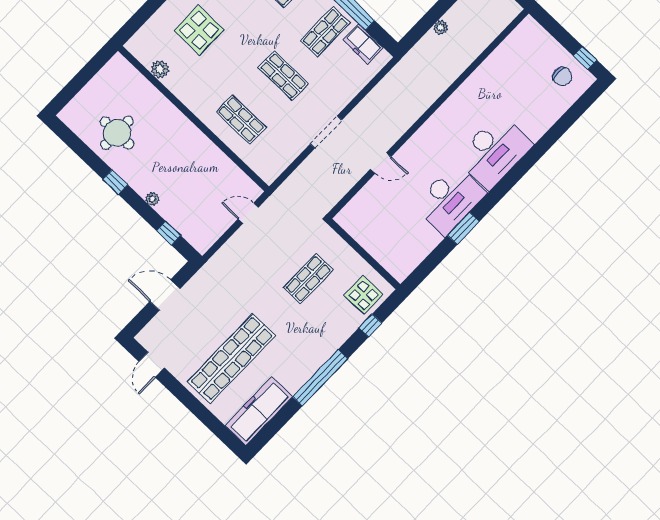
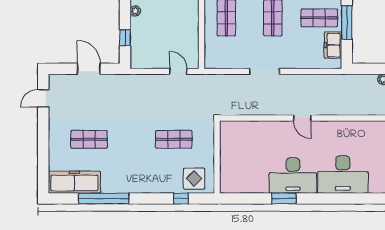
door: (381, 163) -> (302, 118), moved
shop shelf: (232, 359) -> (89, 139), width x0.50, depth x0.74
window: (320, 378) -> (104, 198), moved

